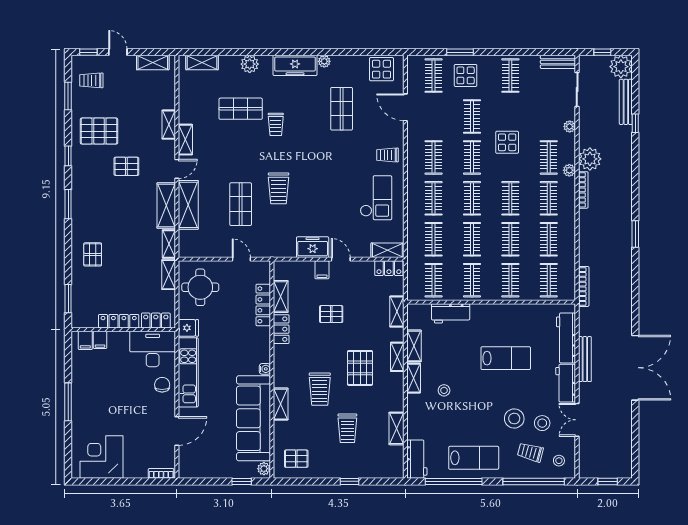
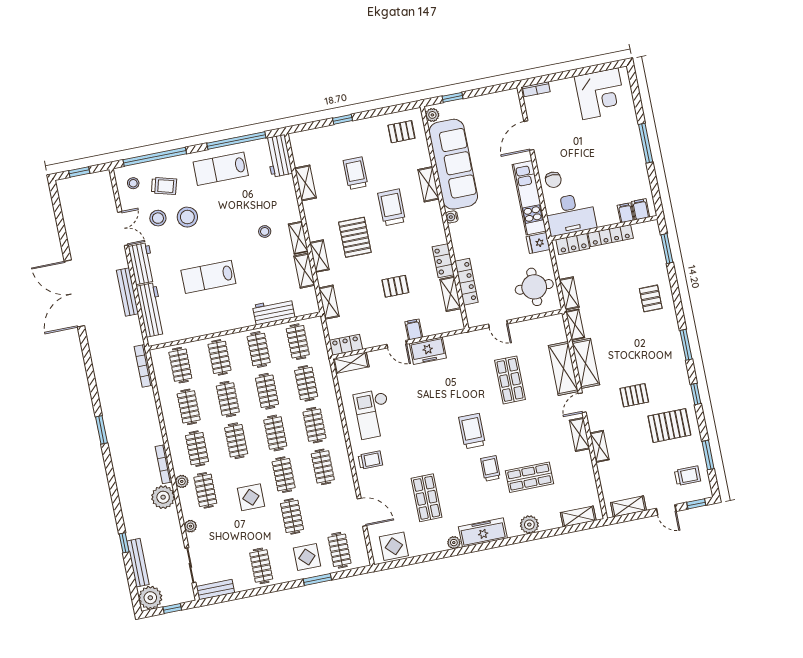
trolley: (279, 188) -> (472, 431), moved

